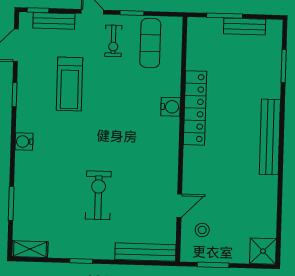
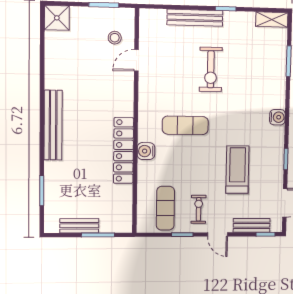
exercise mat: (127, 134) -> (185, 125), added
bench: (145, 252) -> (195, 18), moved

